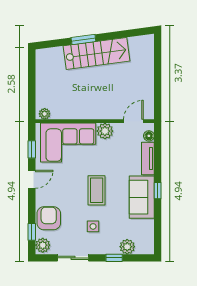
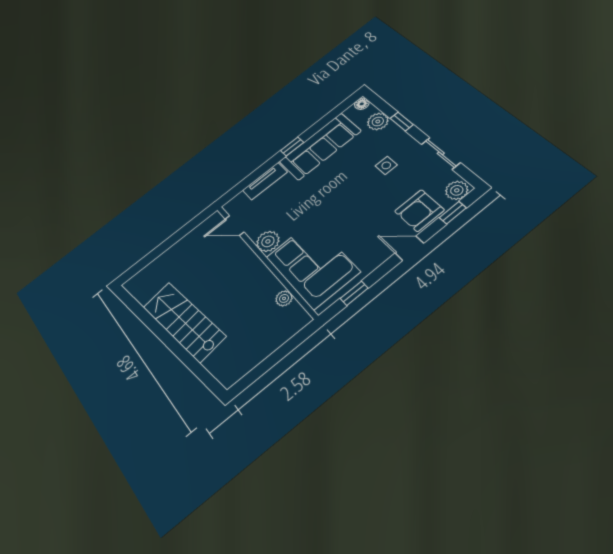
window: (83, 39) -> (177, 348), removed
plant: (45, 114) -> (284, 298), moved
floor lamp: (149, 136) -> (362, 104), moved
door: (32, 179) -> (409, 248), moved
coffee table: (97, 190) -> (342, 195), removed
sofa: (142, 197) -> (320, 146), width x1.36

